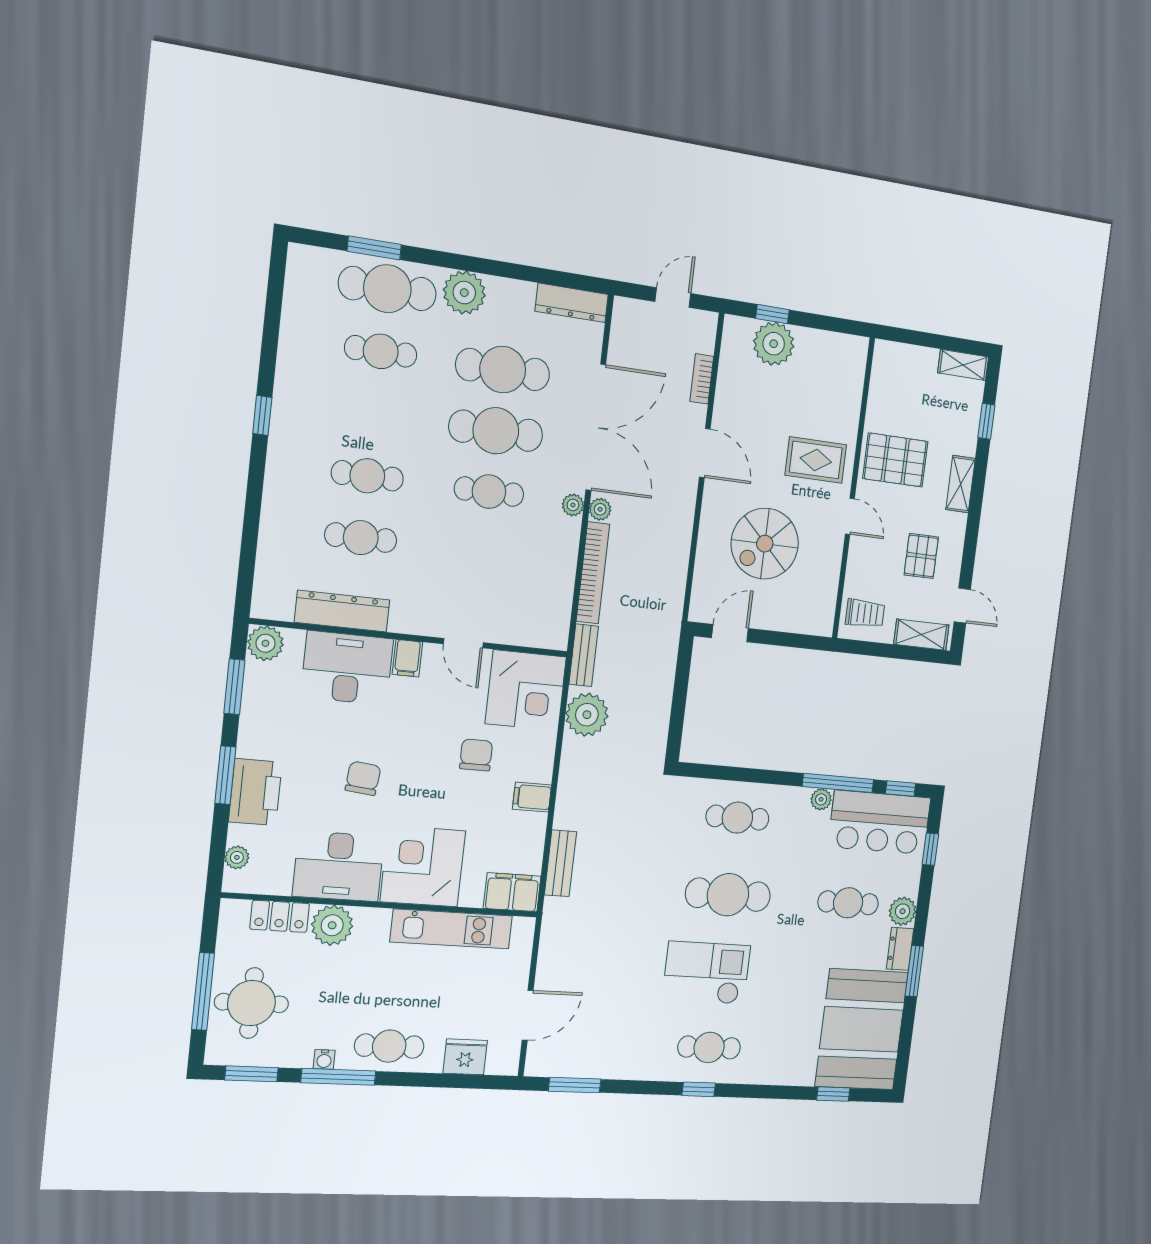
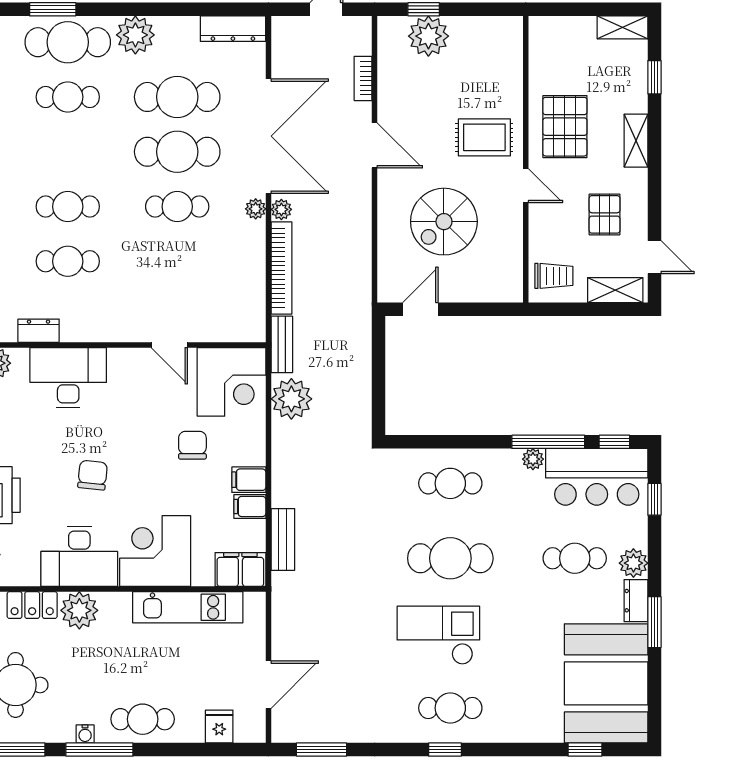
pallet: (895, 460) -> (565, 127), turned 90
dresser: (342, 611) -> (39, 331), width x0.51, depth x0.80
filing cabinet: (407, 658) -> (250, 506), moved, turned 90
fridge: (465, 1057) -> (219, 727), width x0.72

